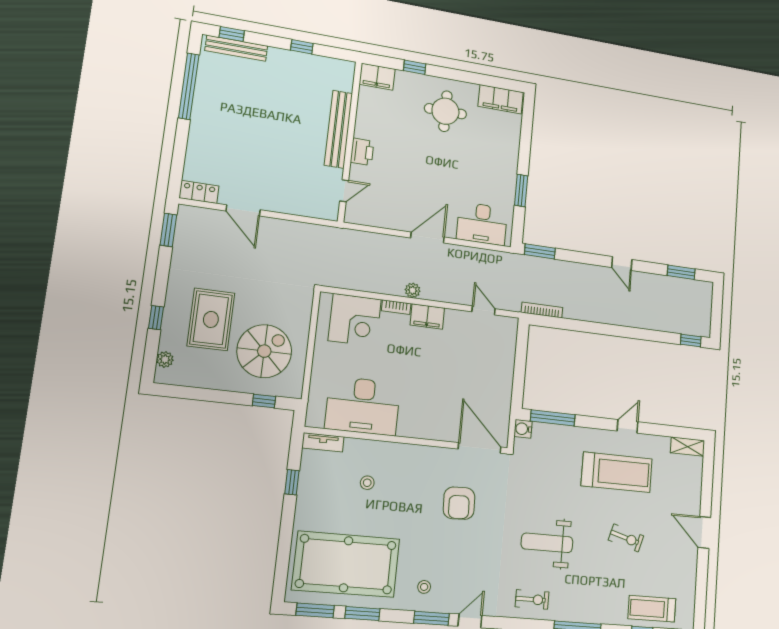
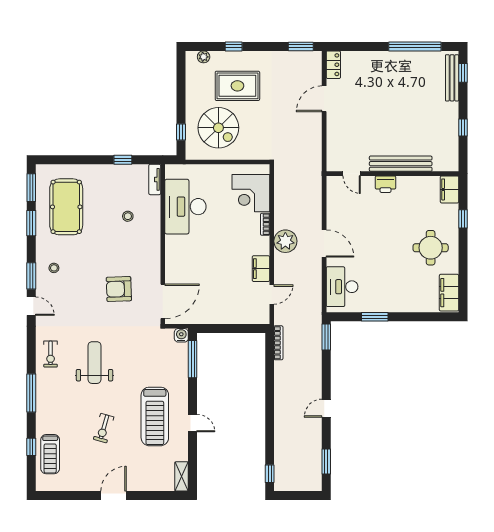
plant: (413, 290) -> (285, 241), width x1.87, depth x1.87
filing cabinet: (427, 316) -> (261, 269), moved
pool table: (346, 564) -> (66, 207), width x0.73, depth x0.76
treadmill: (652, 609) -> (50, 454), turned 180

